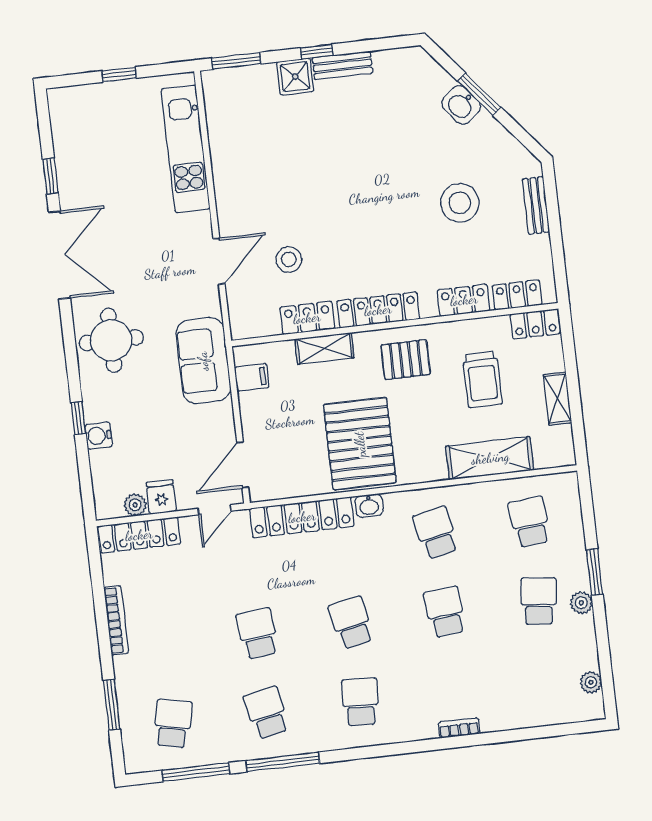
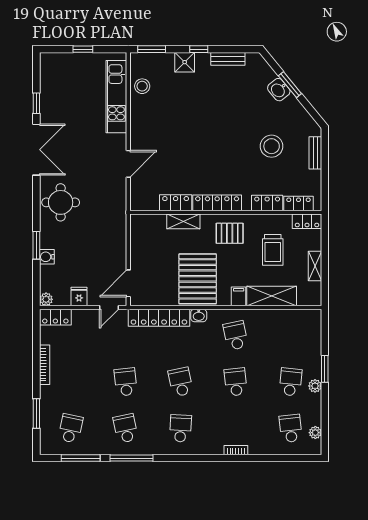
bench: (342, 65) -> (228, 59), moved
stool: (289, 259) -> (142, 86), moved
sofa: (203, 361) -> (113, 220), removed
filing cabinet: (252, 377) -> (239, 296), moved, turned -90
window: (78, 418) -> (36, 245), width x1.50
plant: (135, 505) -> (46, 299), moved
school desk: (530, 522) -> (291, 428), moved
locker: (139, 535) -> (55, 317), width x0.66

